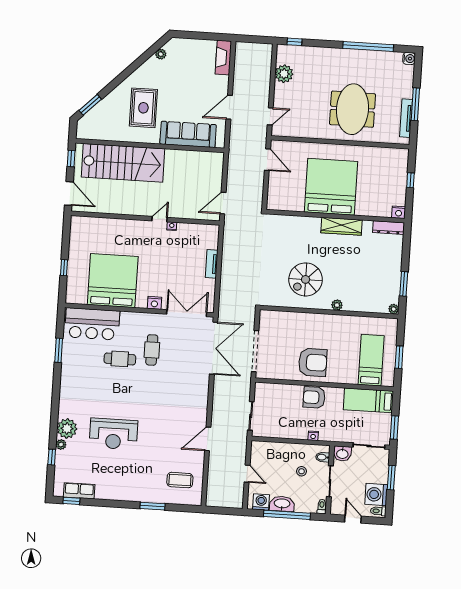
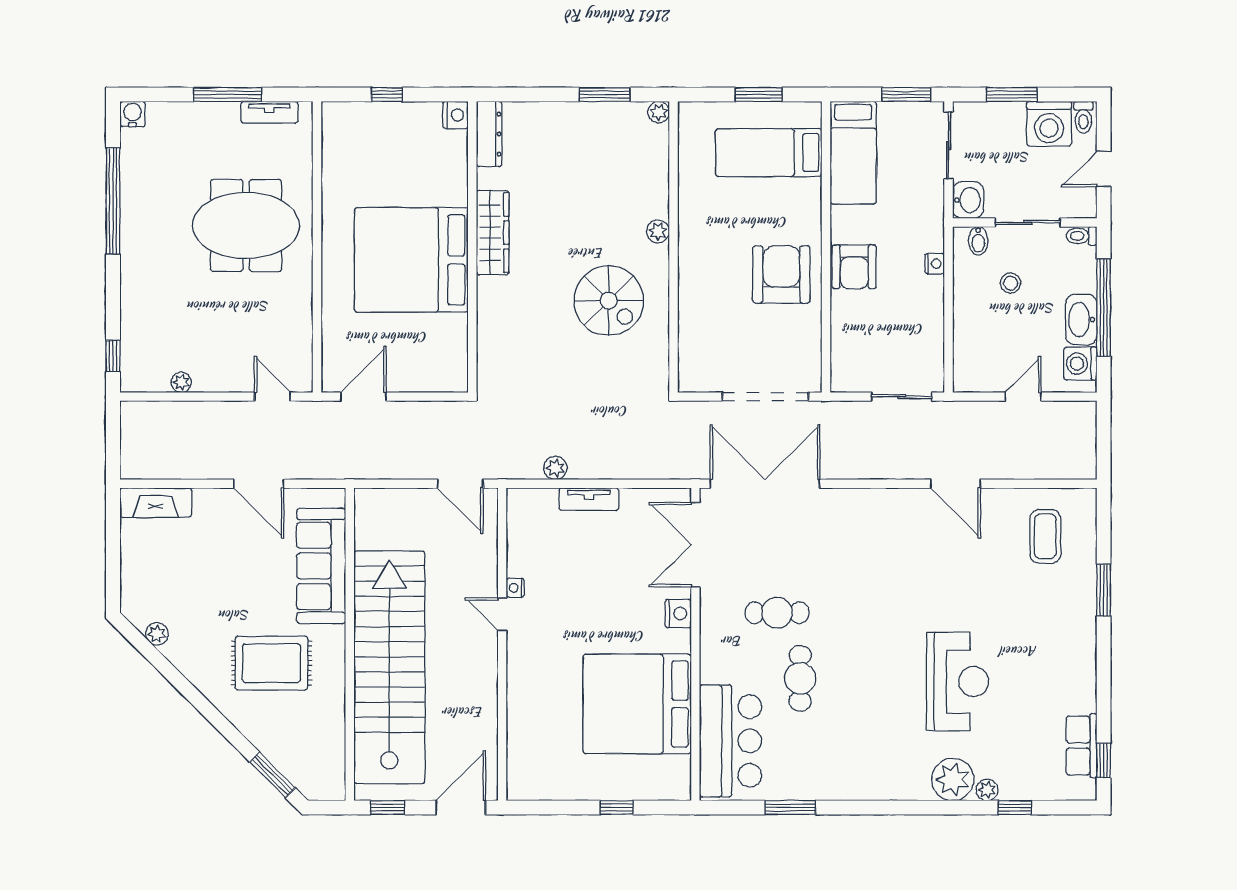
plant: (284, 74) -> (181, 382), width x0.53, depth x0.53
tv unit: (406, 118) -> (269, 112), width x0.71
stairs: (123, 163) -> (389, 667), width x1.36
plant: (228, 249) -> (555, 468), added

